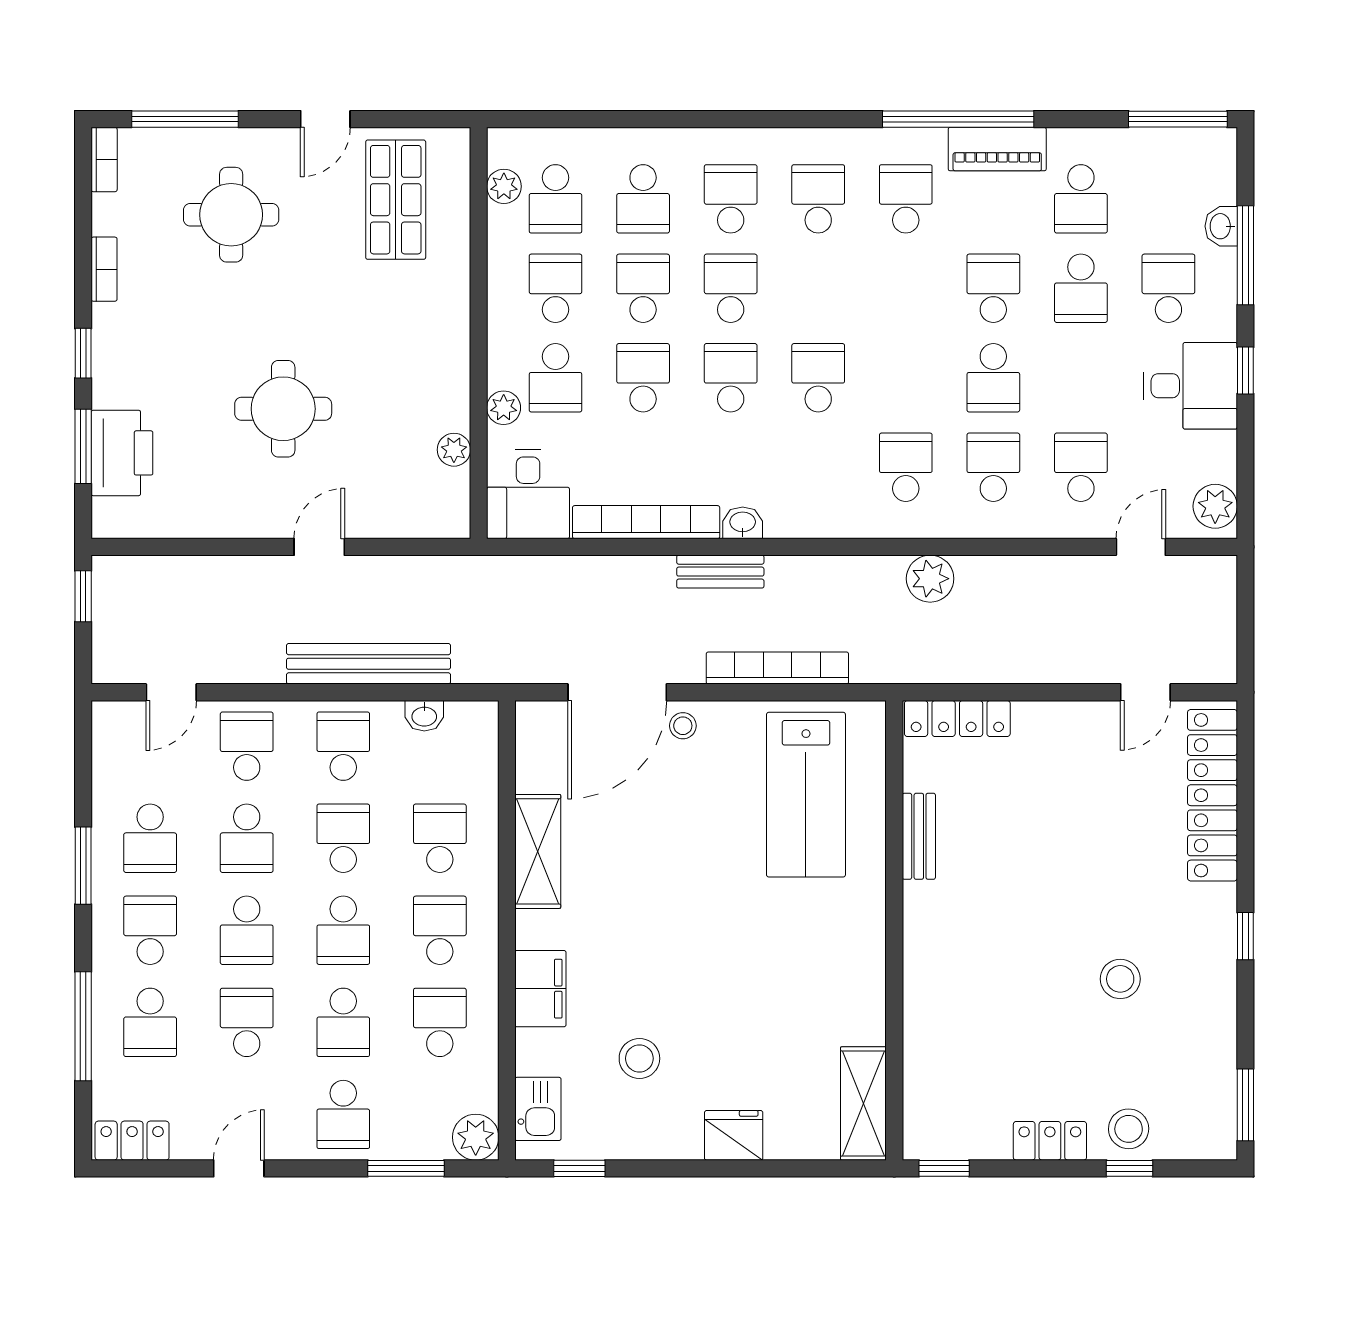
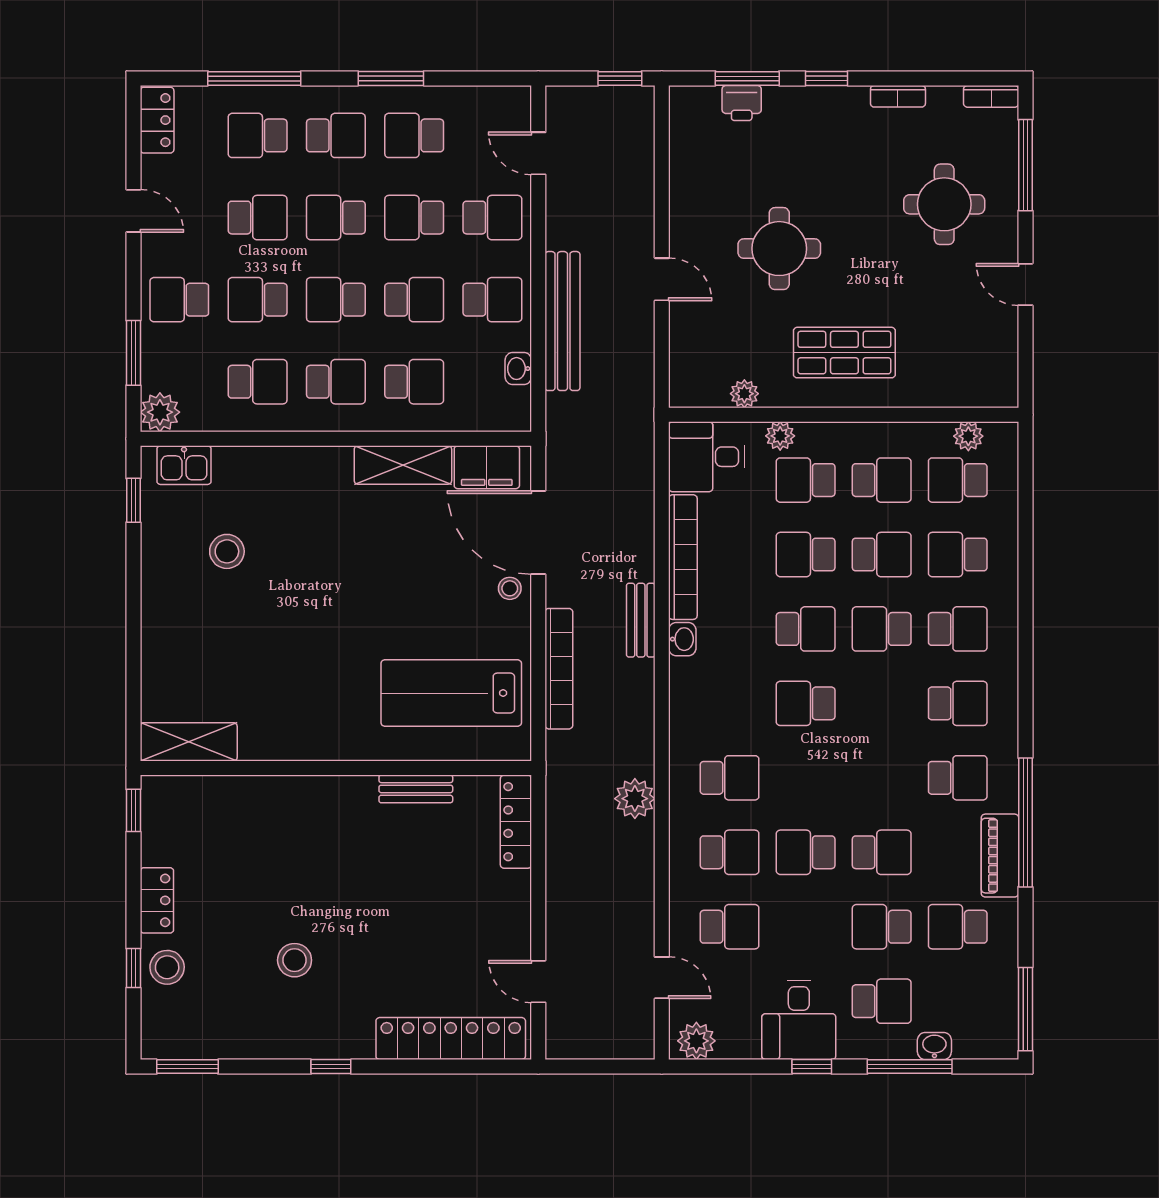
shop shelf: (396, 200) -> (844, 353), moved
school desk: (731, 288) -> (882, 629), turned 180
school desk: (643, 378) -> (806, 555), turned 180
school desk: (818, 378) -> (806, 703), turned 180
printer: (122, 453) -> (742, 103), width x0.53, depth x0.68
filing cabinet: (540, 989) -> (487, 467), moved
fridge: (734, 1135) -> (162, 631), removed

